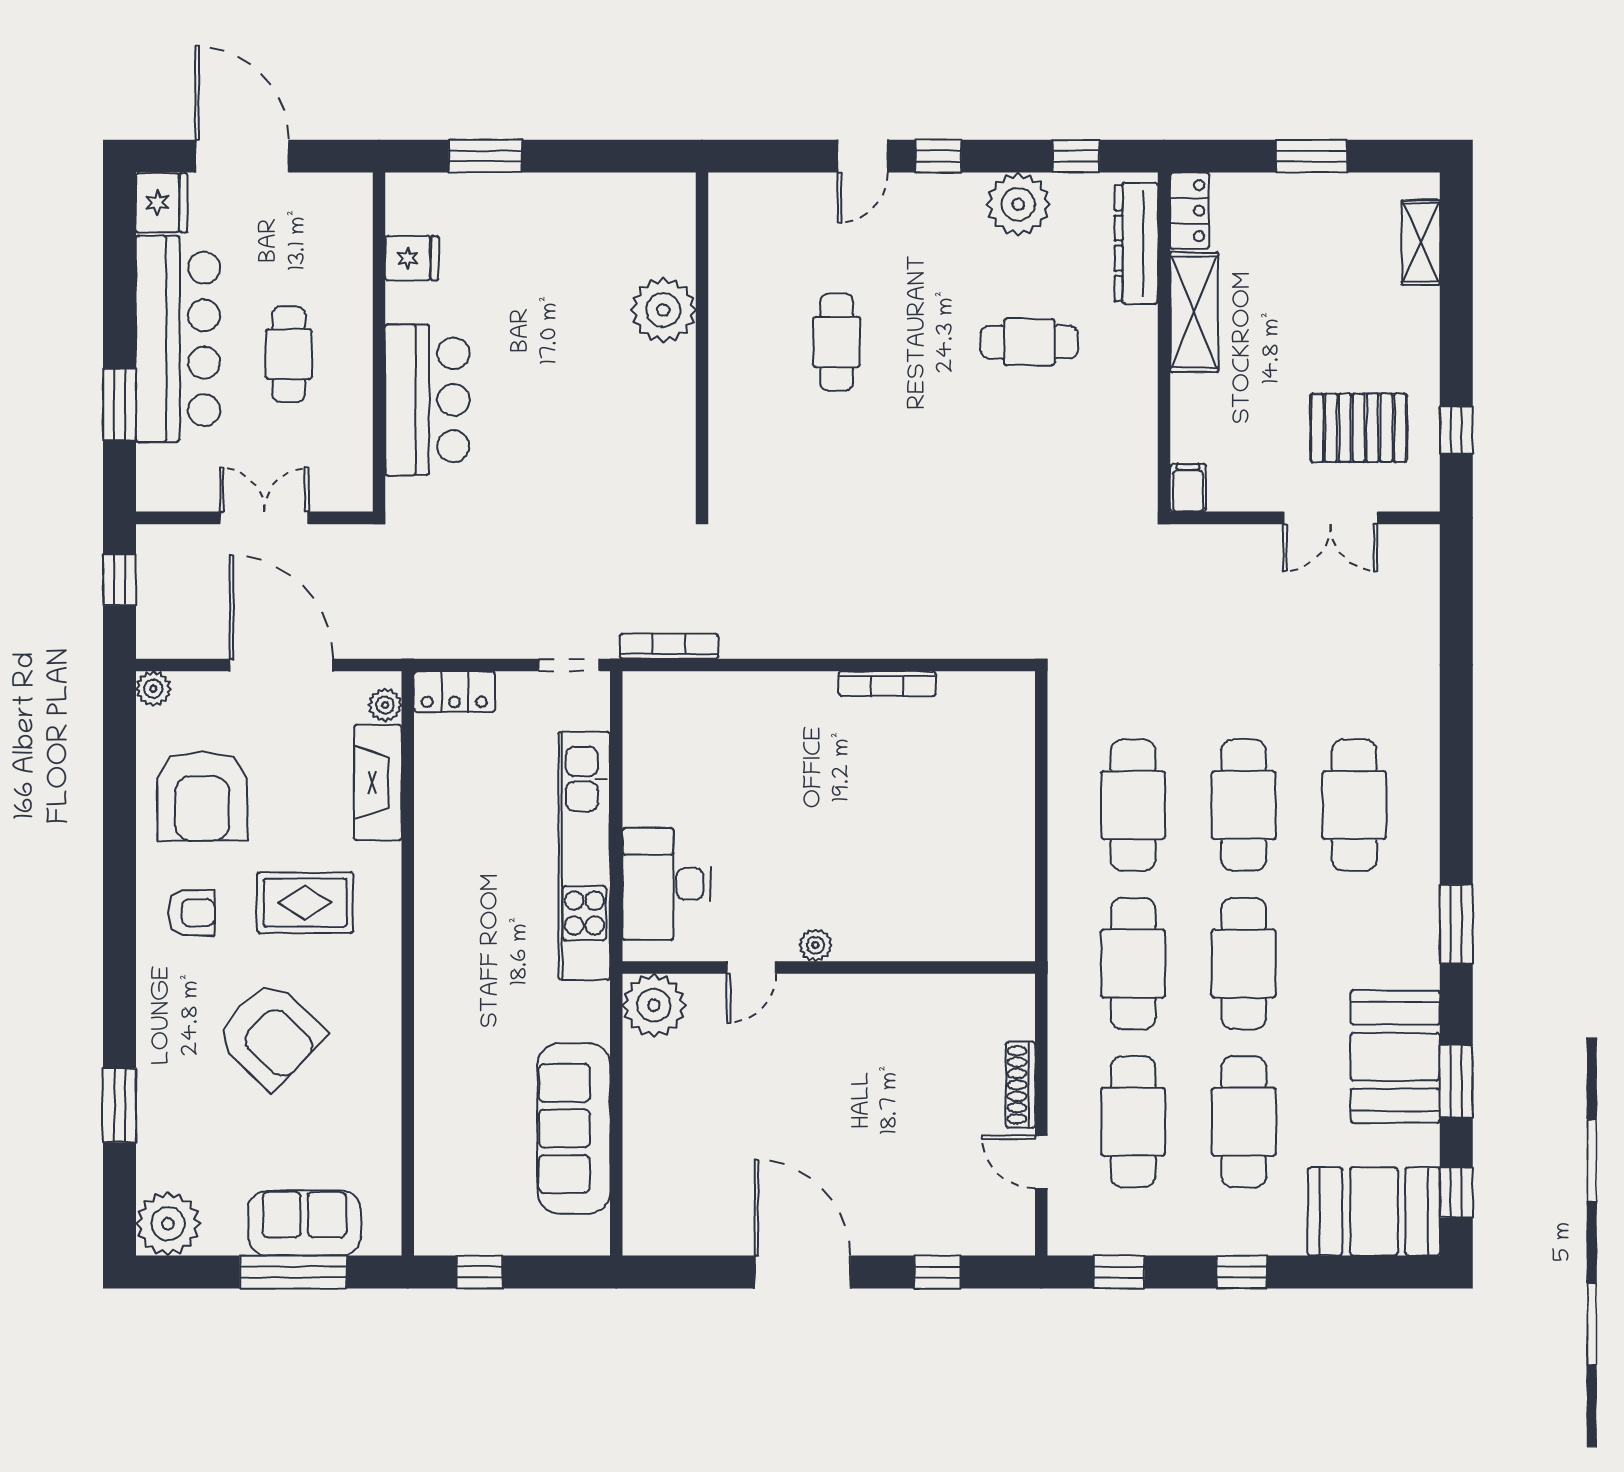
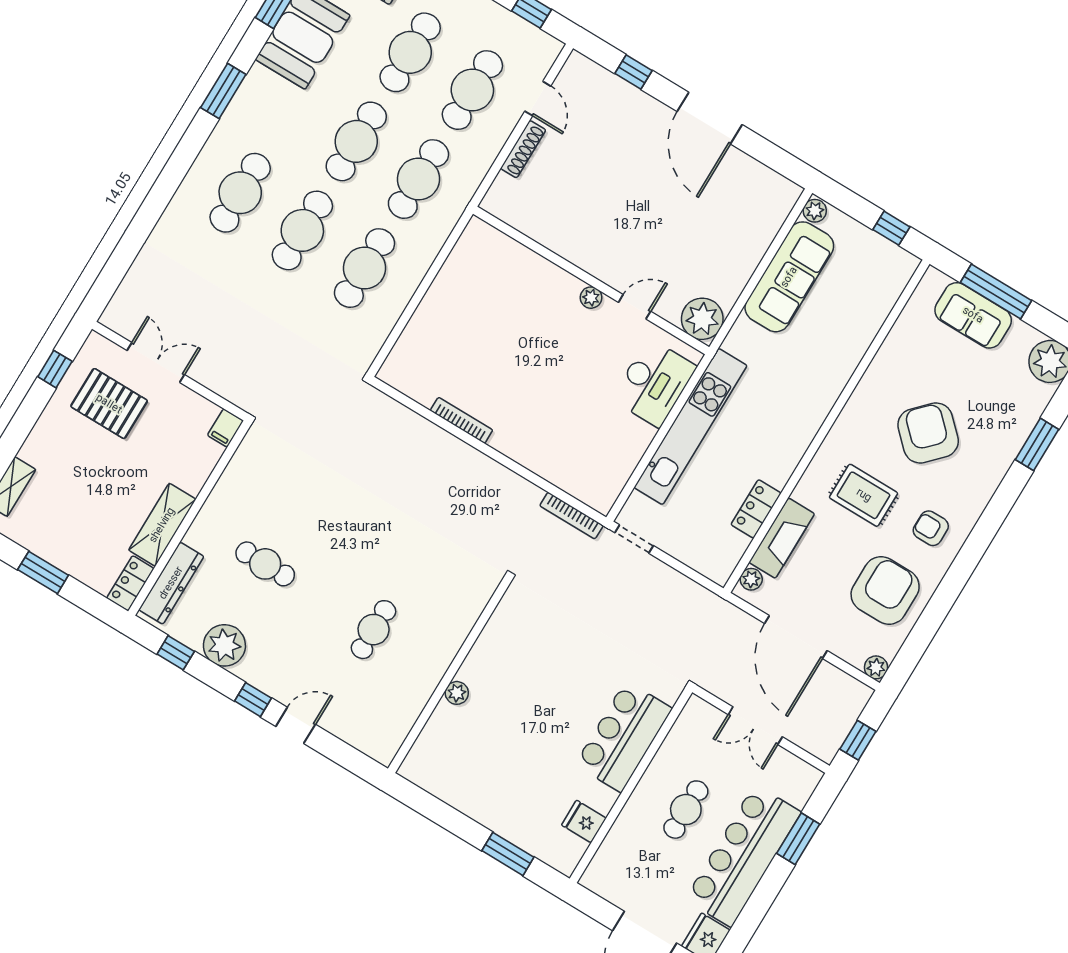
plant: (663, 310) -> (457, 693), width x0.53, depth x0.53
locker: (454, 692) -> (756, 509), moved, turned -90
plant: (593, 1234) -> (815, 211), added

